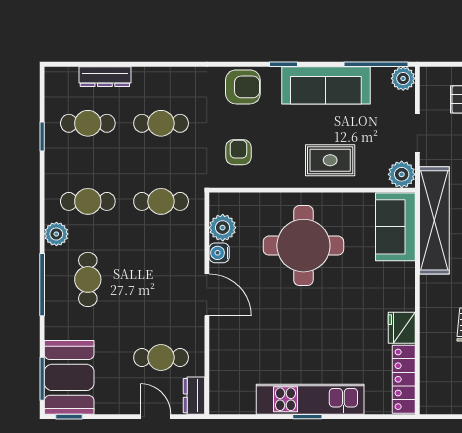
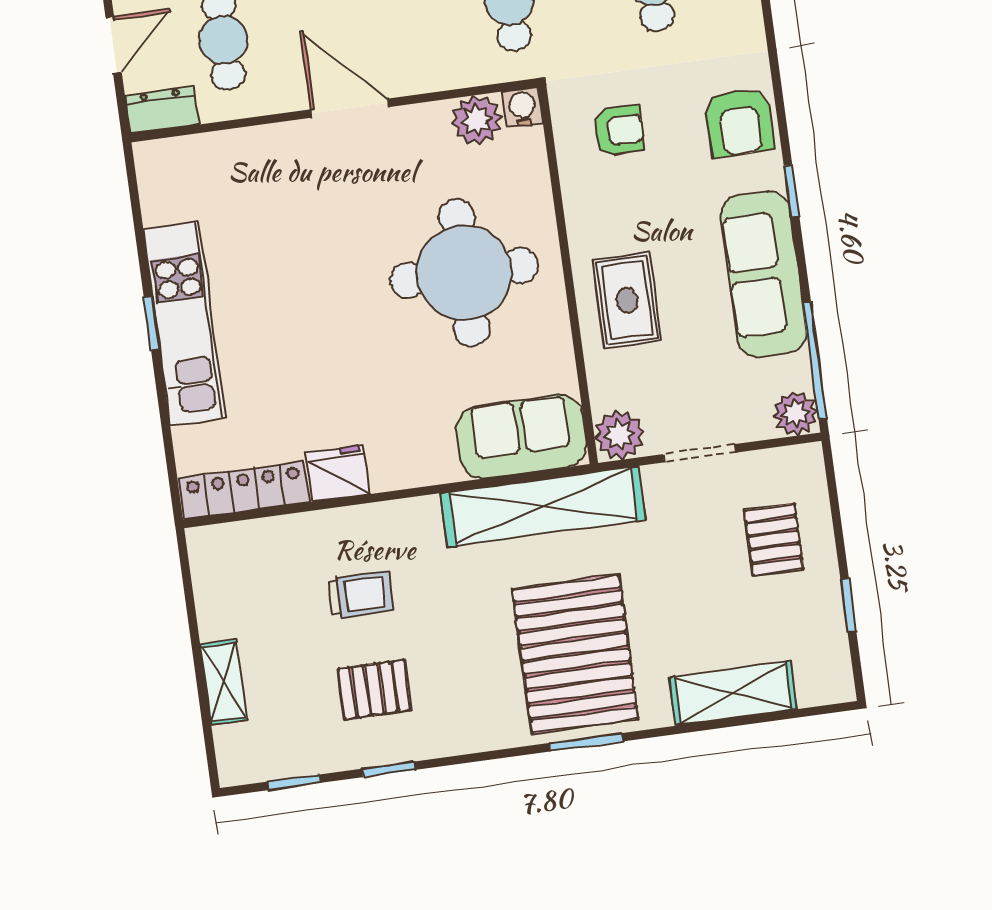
water cooler: (219, 253) -> (522, 107), moved
door: (207, 295) -> (350, 108), swing flipped

